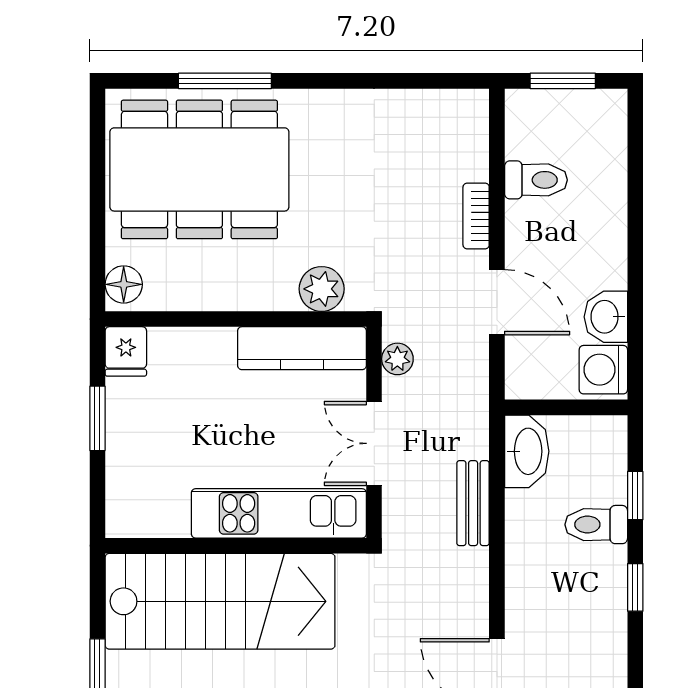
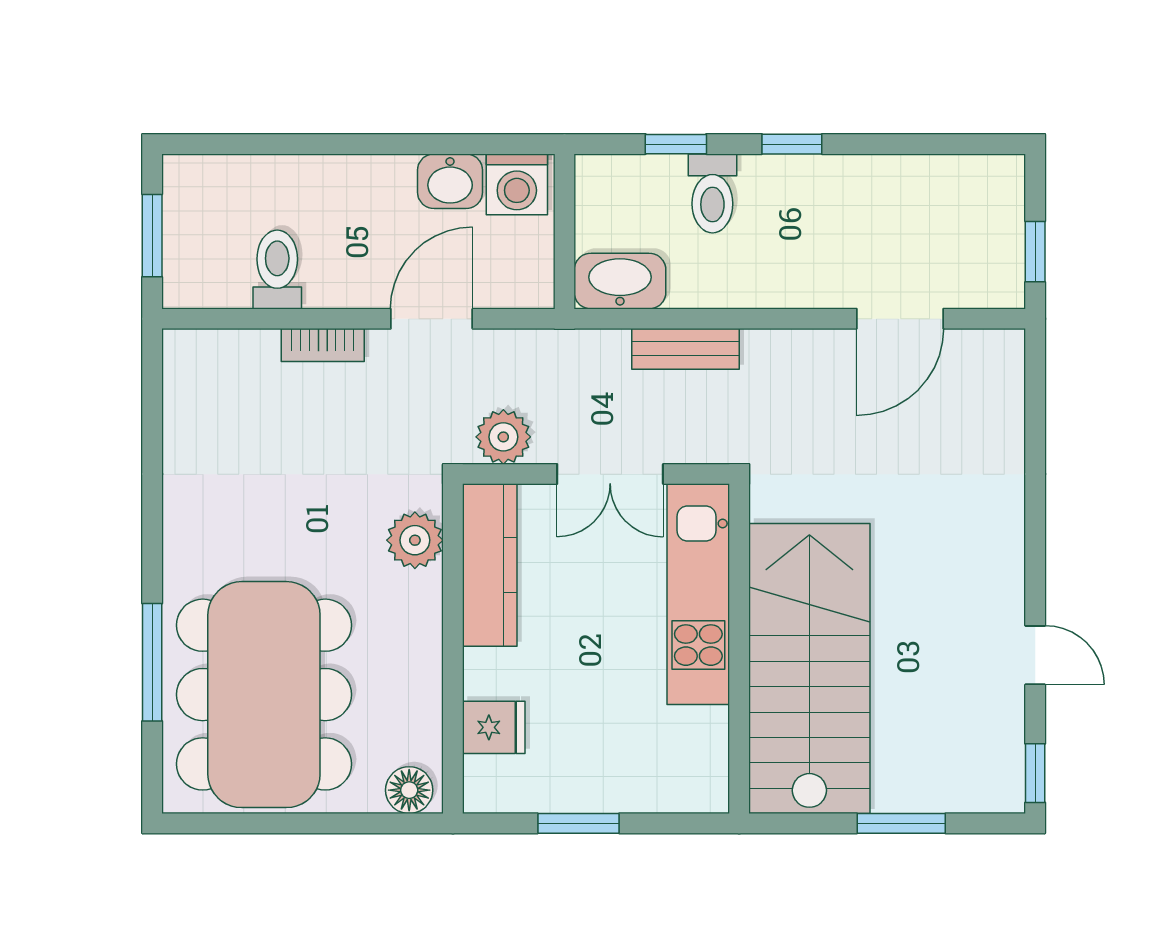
fridge: (126, 351) -> (494, 727), moved
plant: (397, 359) -> (503, 437), width x1.38, depth x1.38

